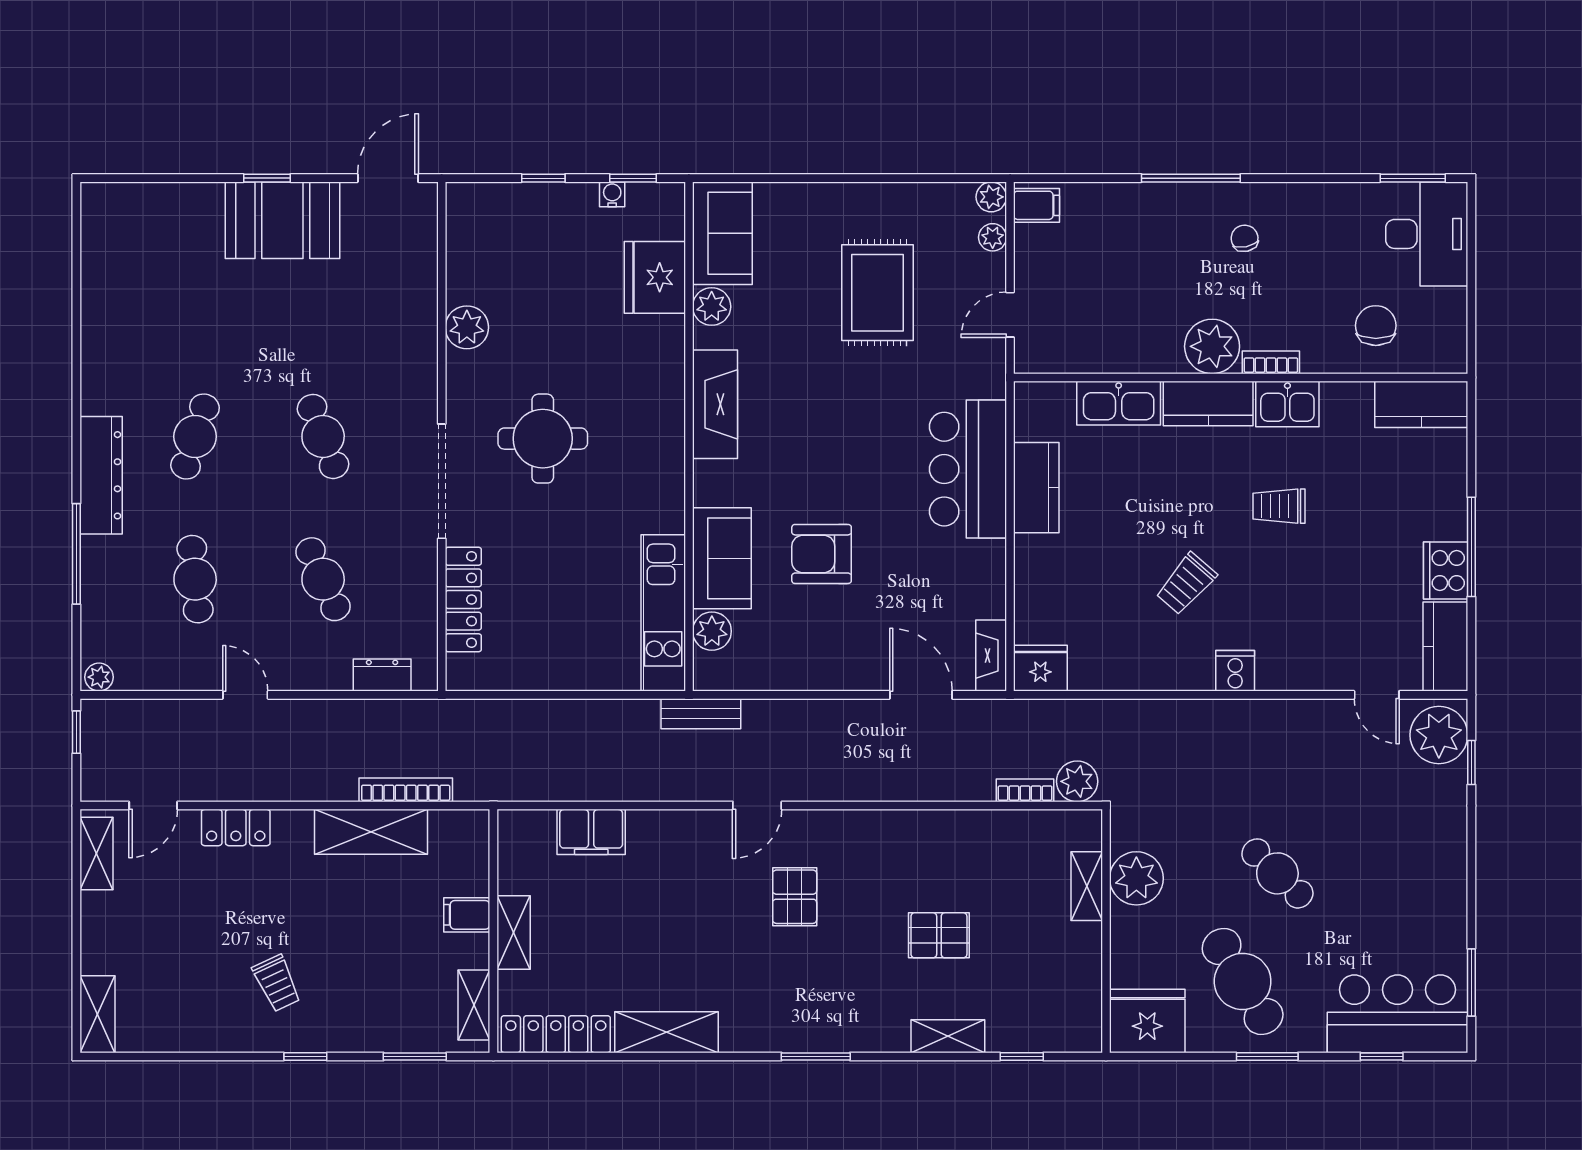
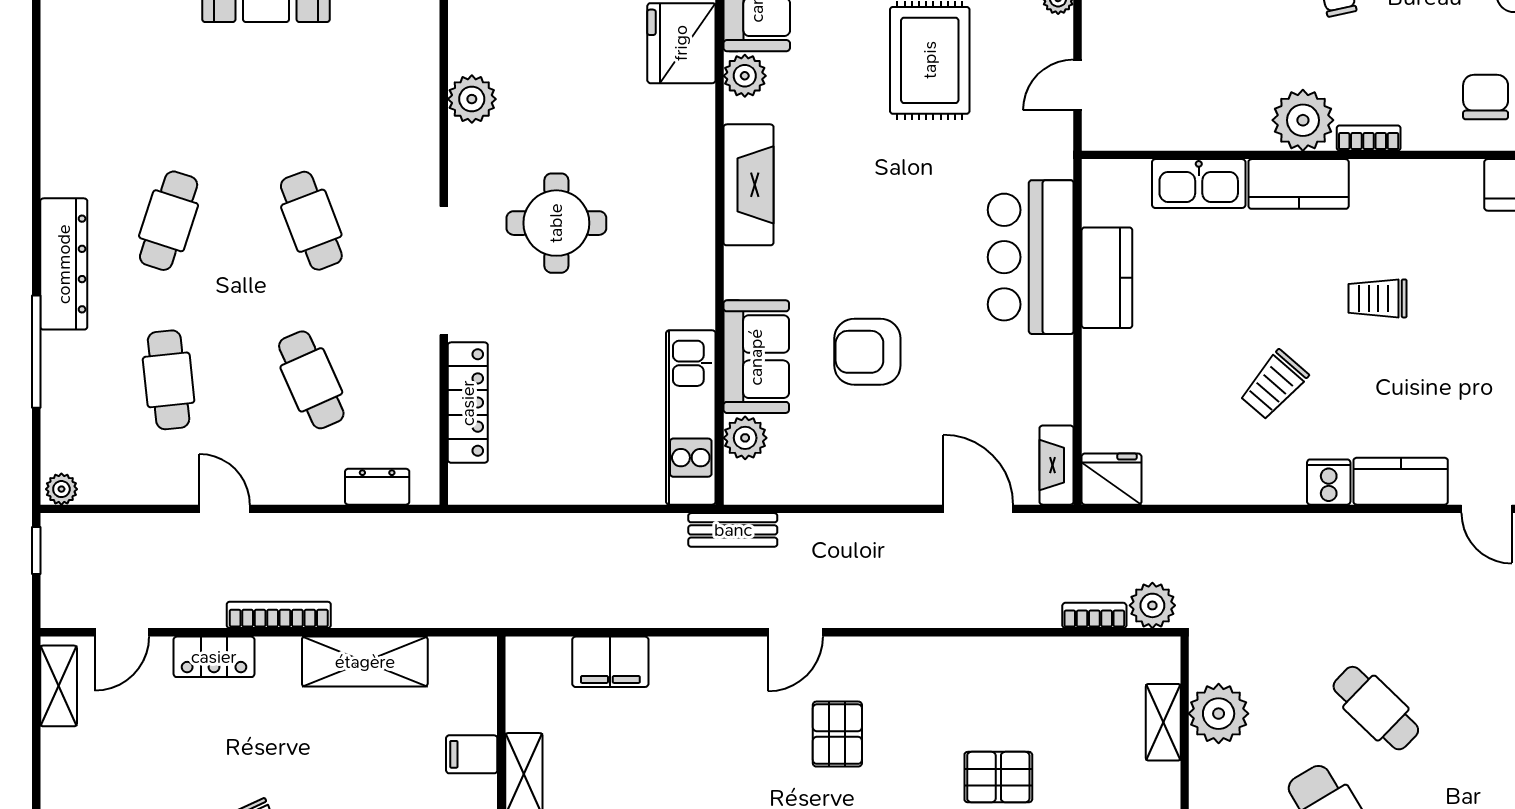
kitchen sink: (1287, 404) -> (1387, 184), removed
kitchen counter: (1300, 670) -> (1401, 481), added
bookcase: (406, 790) -> (279, 615), moved

